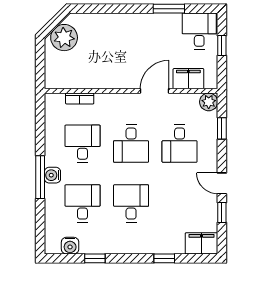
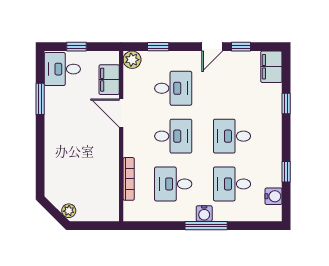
plant: (64, 38) -> (69, 211), width x0.53, depth x0.53
bookcase: (80, 99) -> (129, 179), width x1.56

